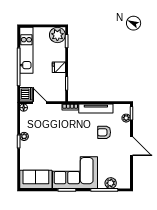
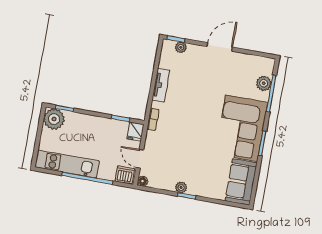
fridge: (59, 67) -> (135, 132), moved
door: (40, 103) -> (140, 159), hinge flipped
tv unit: (96, 108) -> (161, 85), width x0.71
armchair: (104, 132) -> (195, 80), removed

